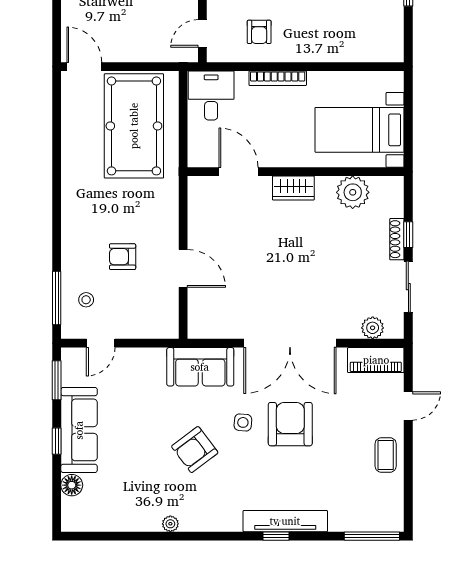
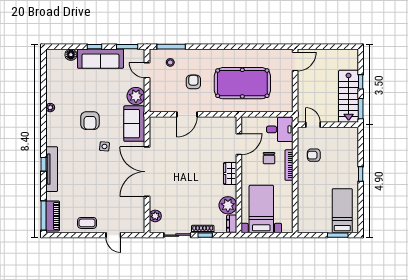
chair: (265, 116) -> (269, 158), added
pool table: (134, 126) -> (242, 83), moved
dresser: (387, 185) -> (232, 224), added
piano: (376, 360) -> (53, 216), moved, turned 180
plant: (149, 364) -> (136, 96), added
armchair: (290, 424) -> (104, 172), removed
armchair: (195, 450) -> (90, 121), turned -143

